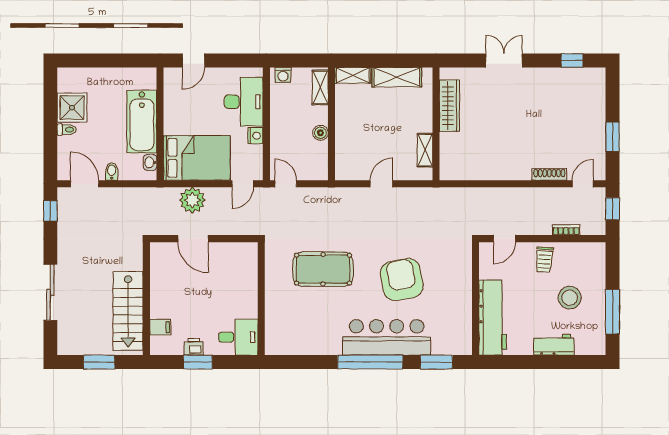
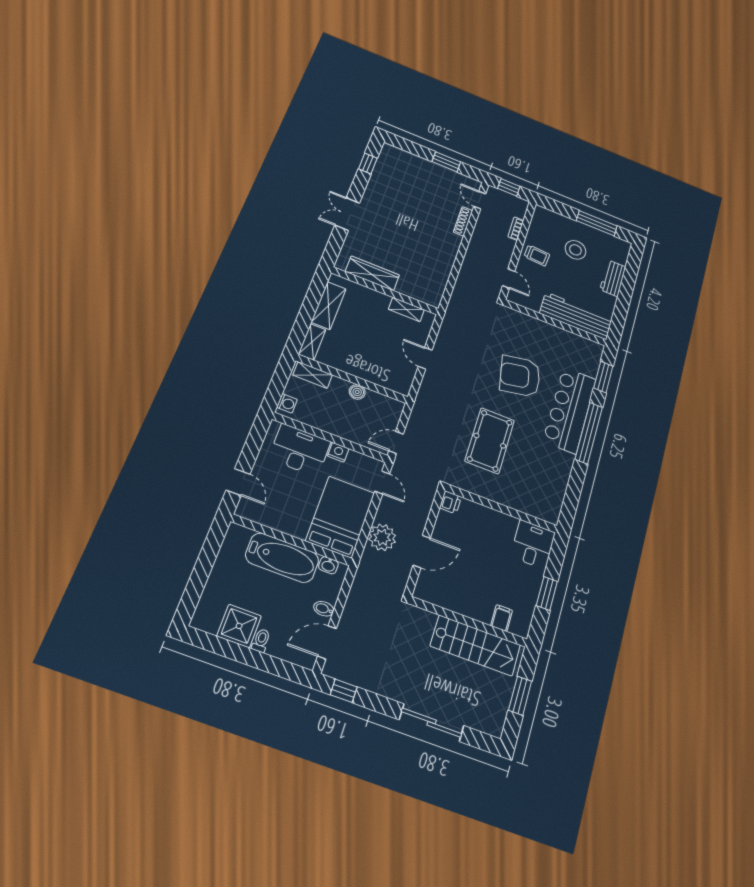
printer: (194, 347) -> (450, 502), moved, turned 180

